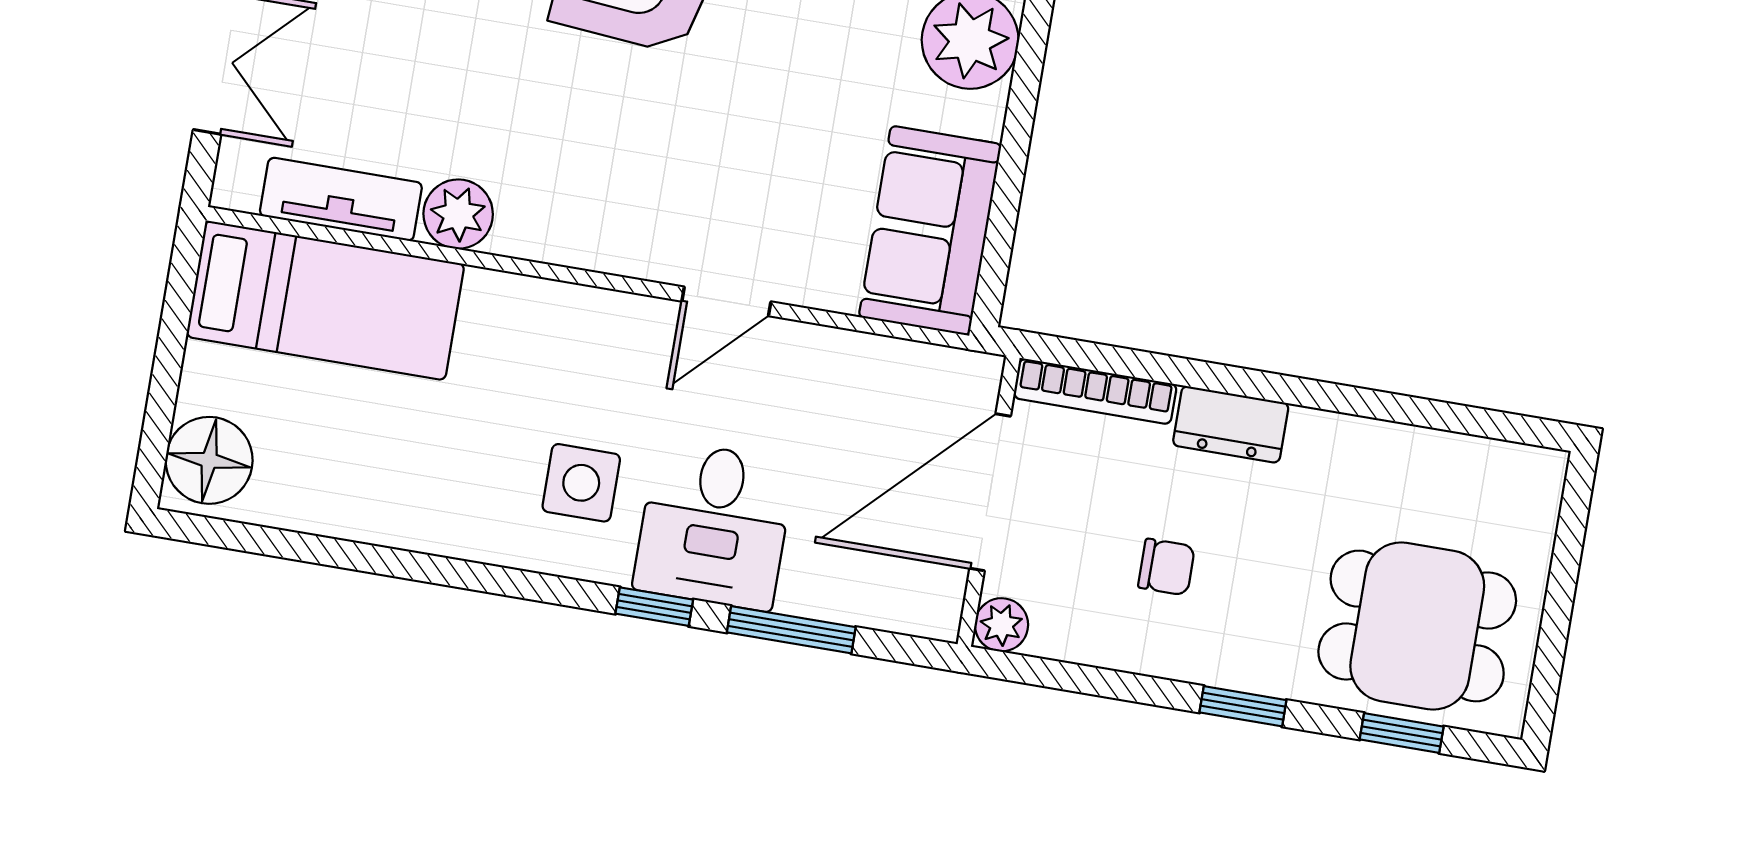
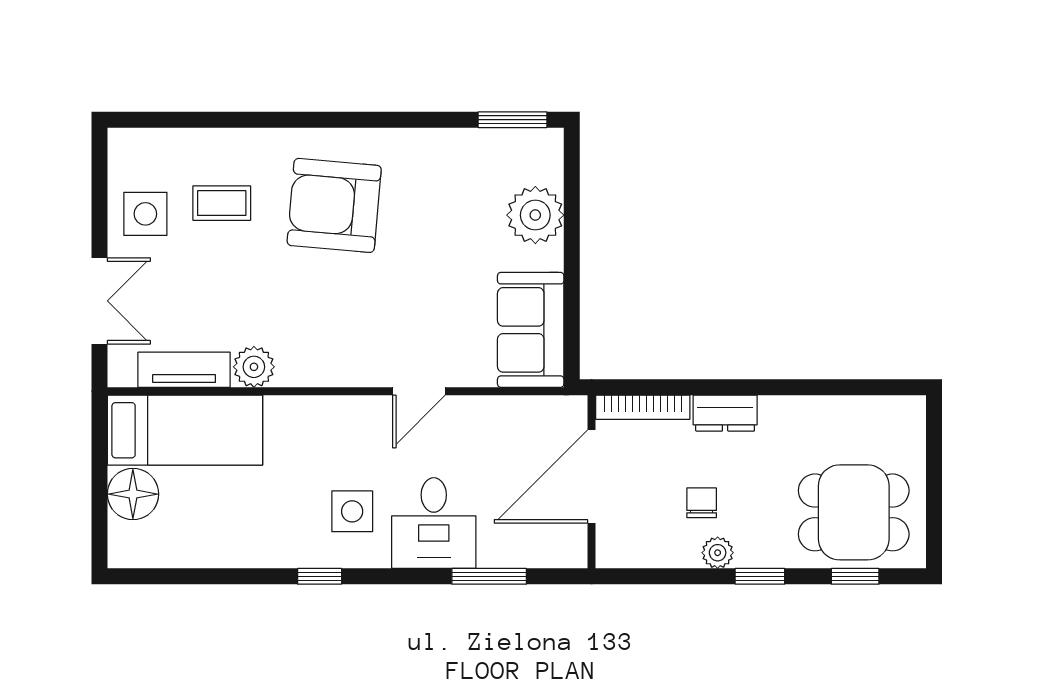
floor lamp: (209, 460) -> (133, 494), moved
chair: (1166, 567) -> (702, 503), turned -90
window: (654, 607) -> (320, 576), moved
plant: (1001, 625) -> (718, 553), moved

